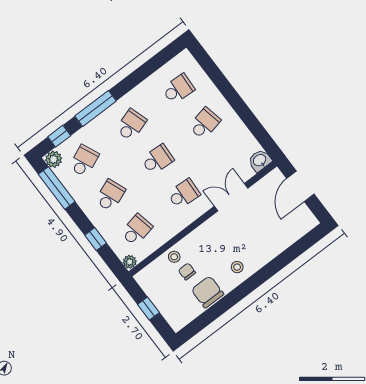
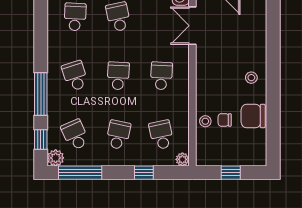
school desk: (110, 195) -> (118, 135), turned 33
double door: (231, 197) -> (192, 26), moved

